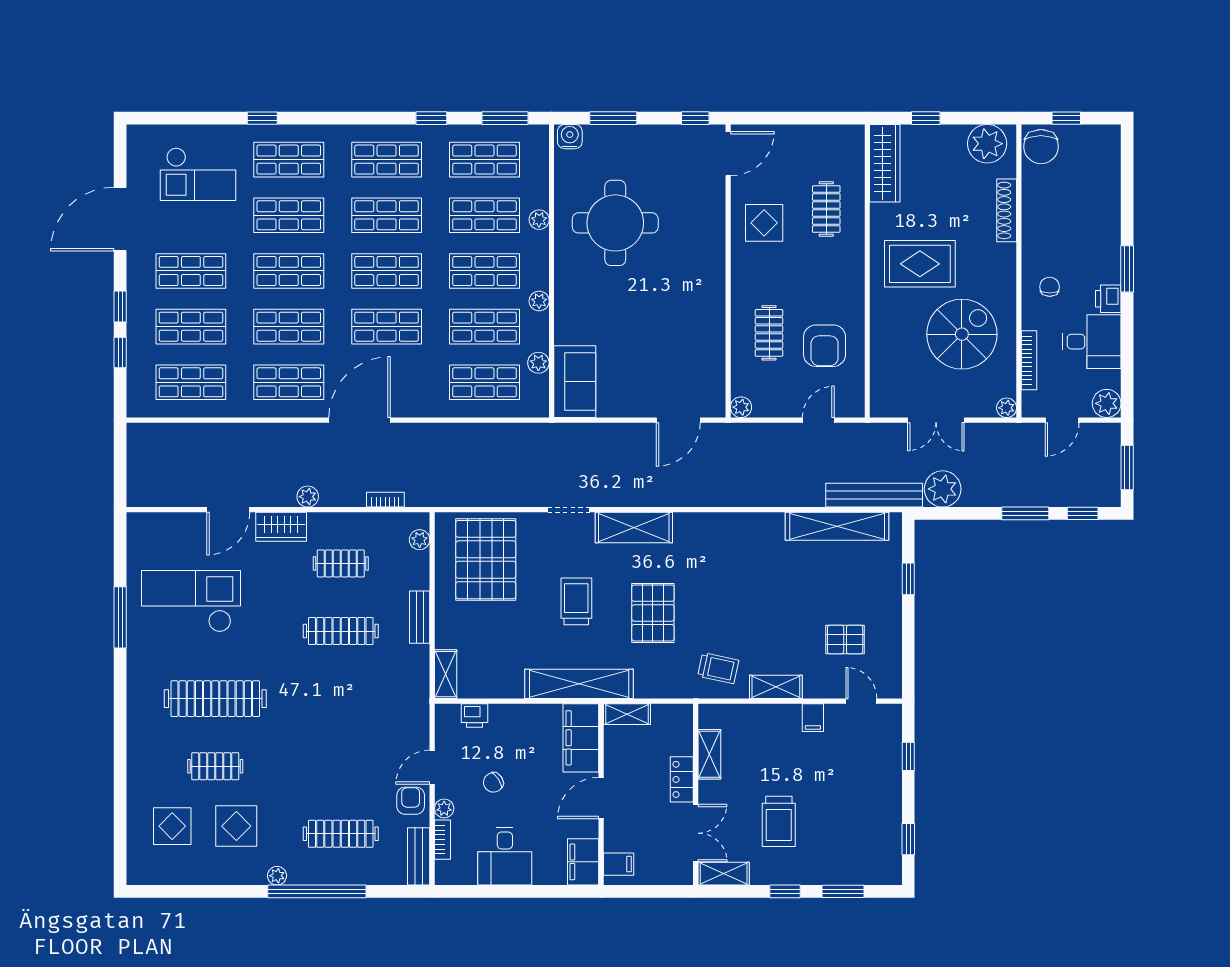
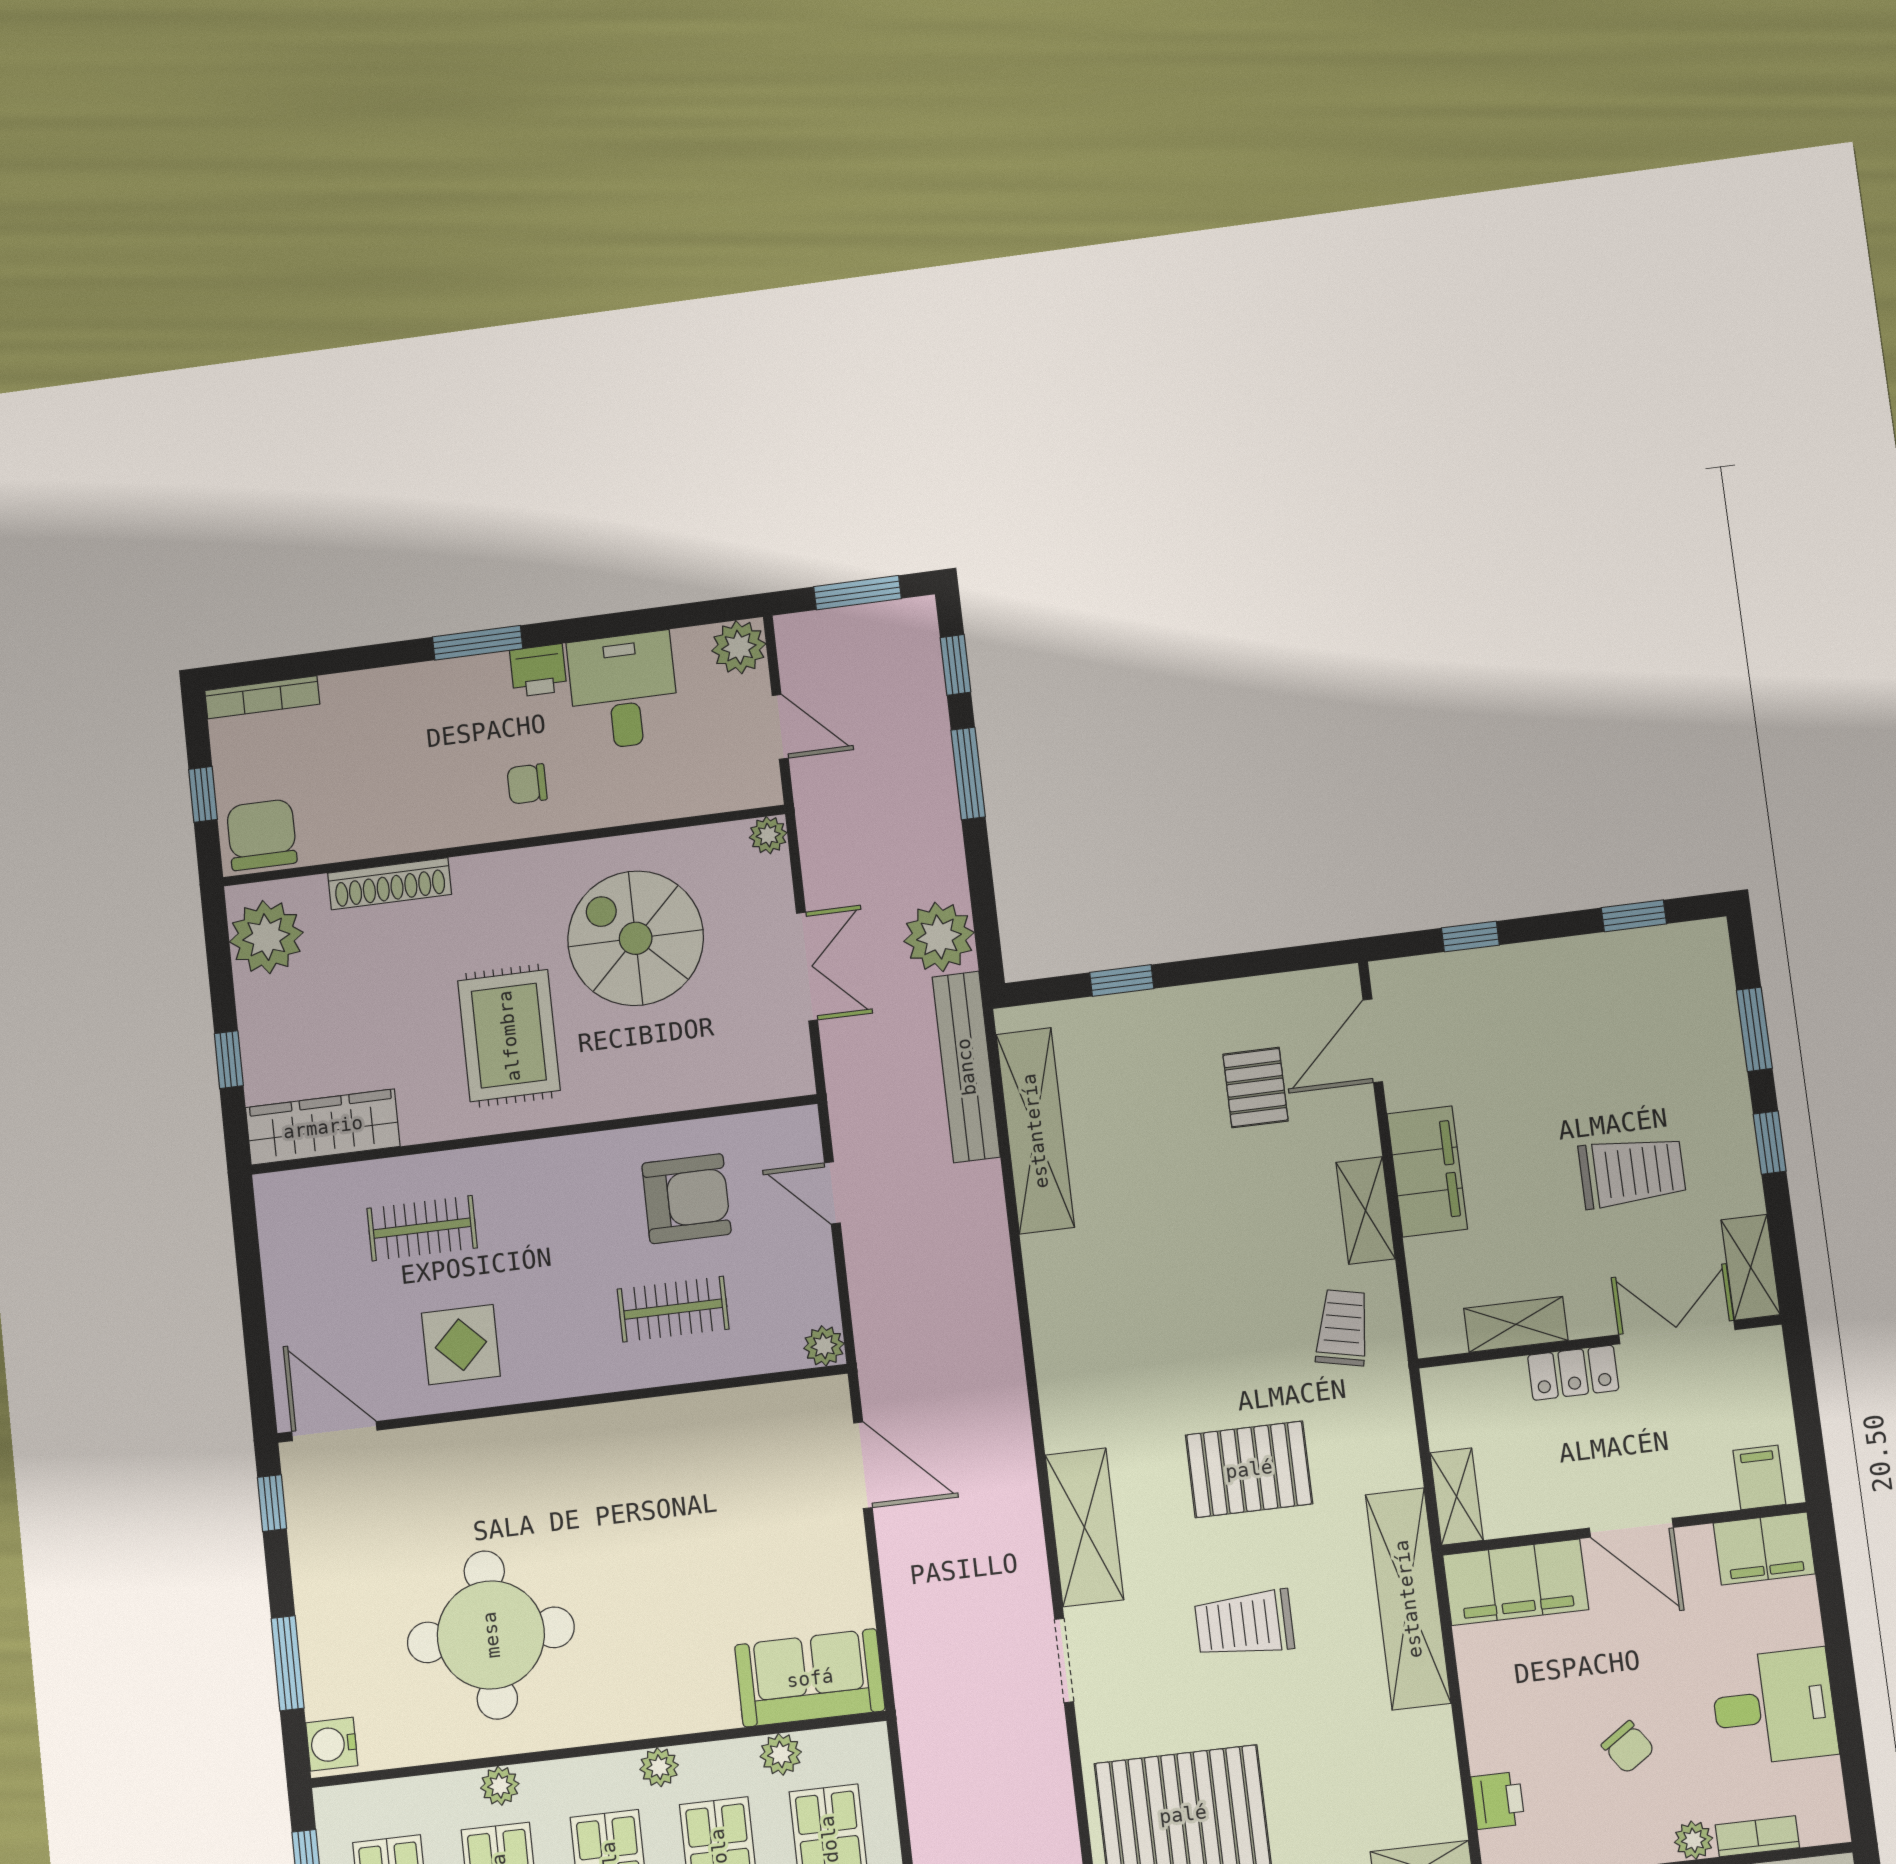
chair: (1041, 147) -> (262, 835), turned -90
bookcase: (1029, 360) -> (262, 697), moved, turned 180
door: (861, 701) -> (1373, 1041), width x1.38
filing cabinet: (813, 718) -> (1427, 1171), width x3.00, depth x1.17

